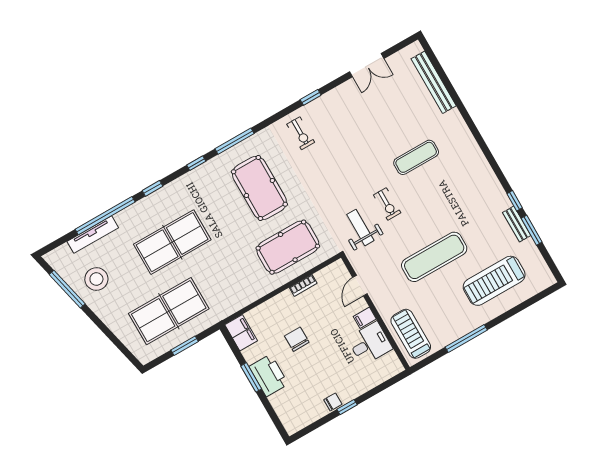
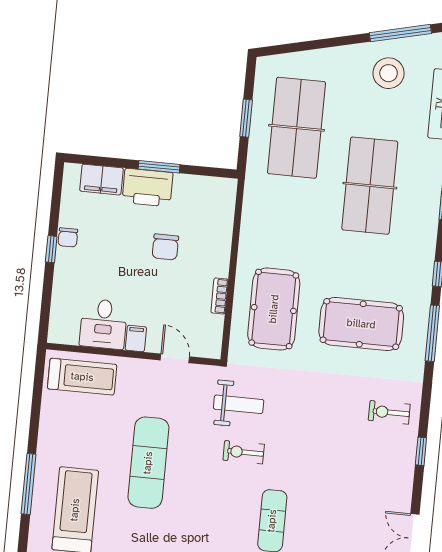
filing cabinet: (241, 333) -> (102, 180), moved
chair: (297, 339) -> (165, 247), turned 90
window: (466, 339) -> (29, 484), moved

